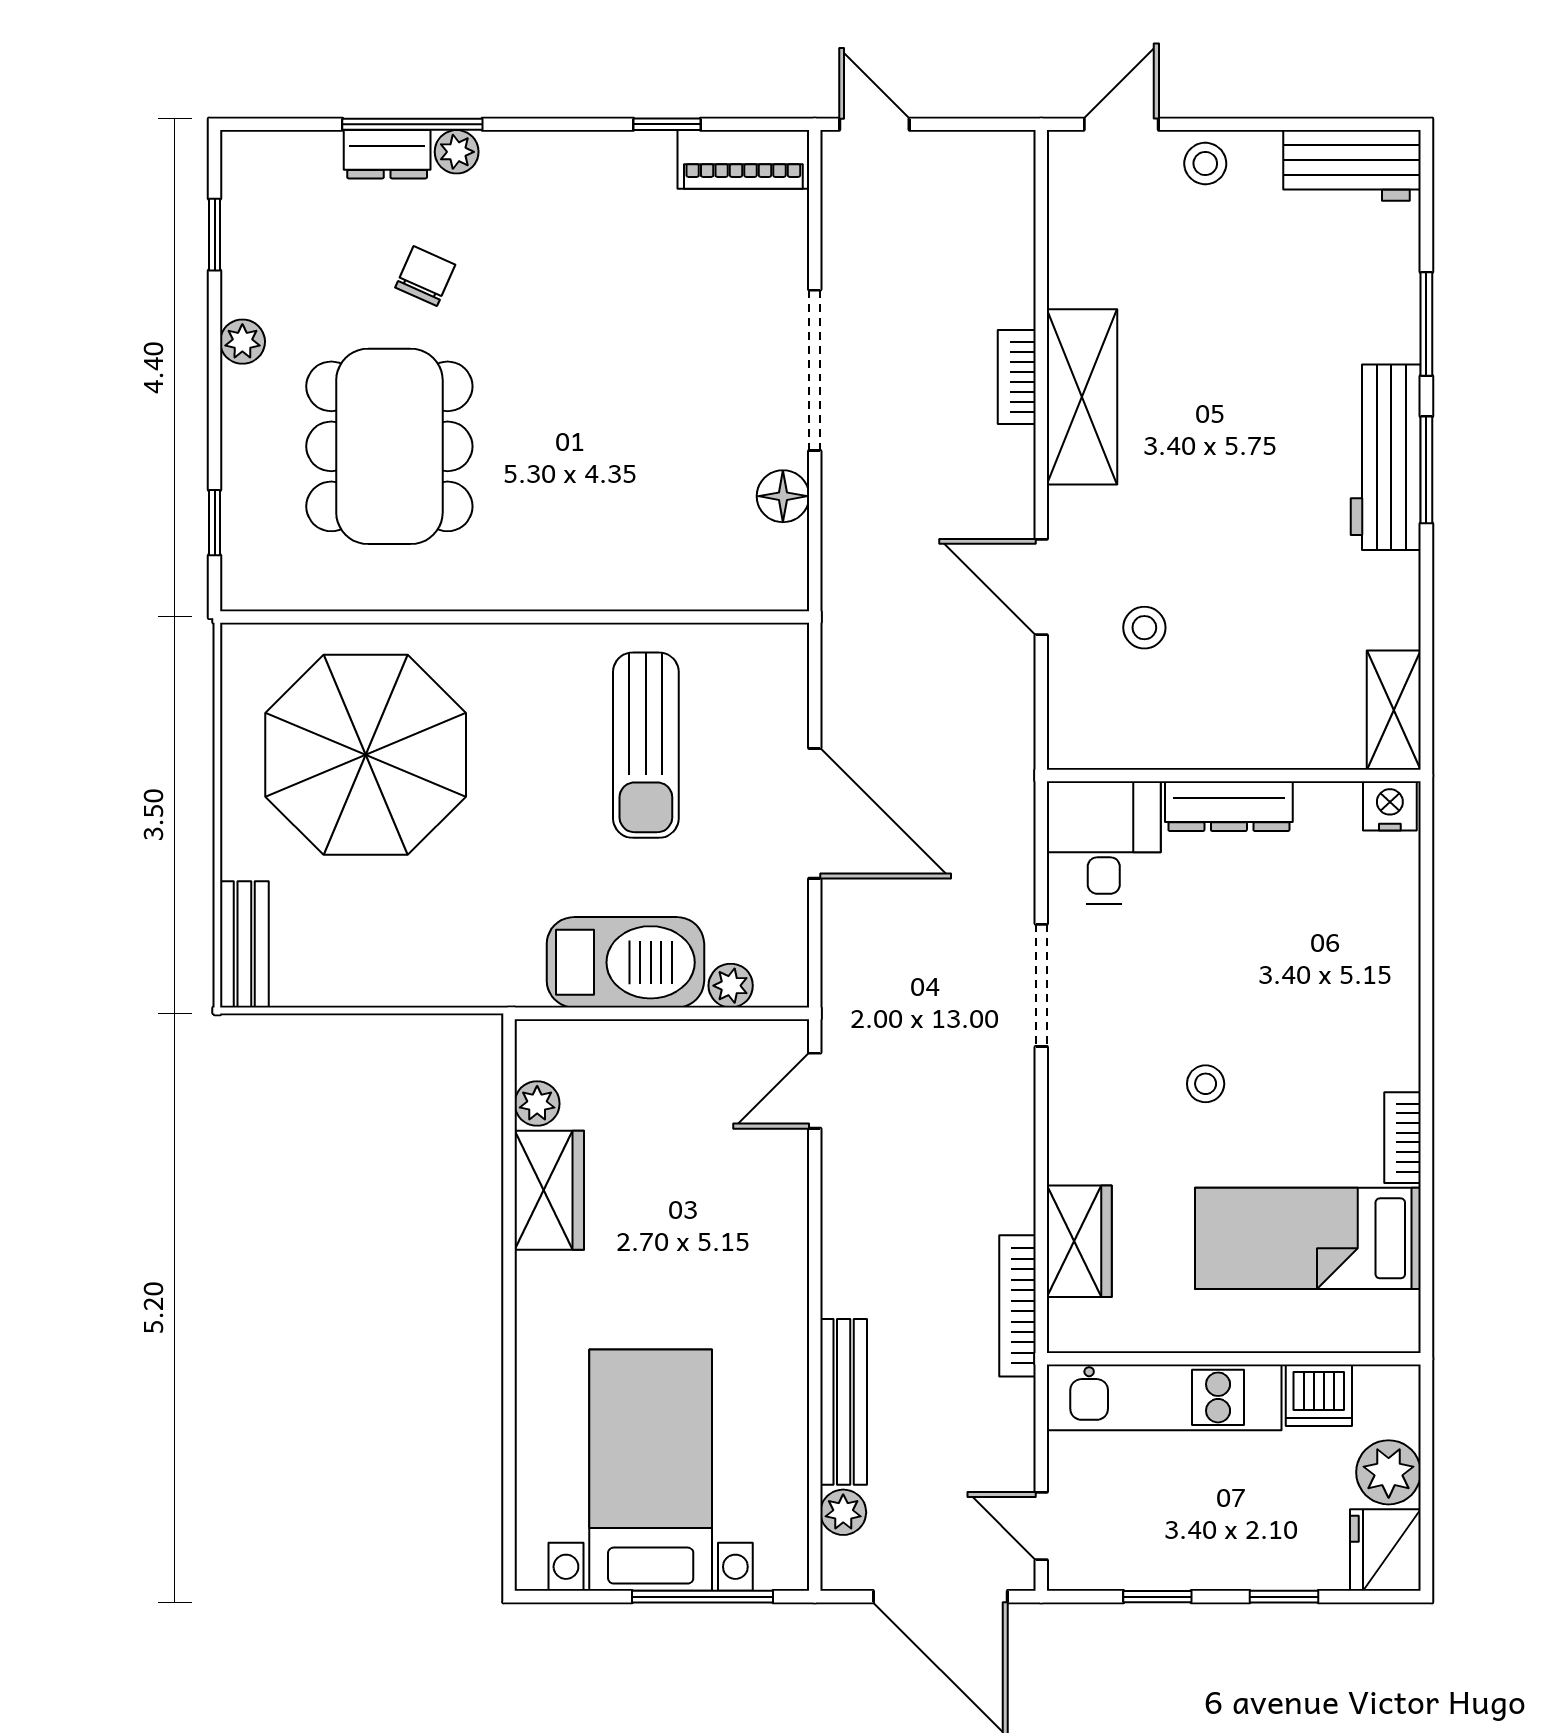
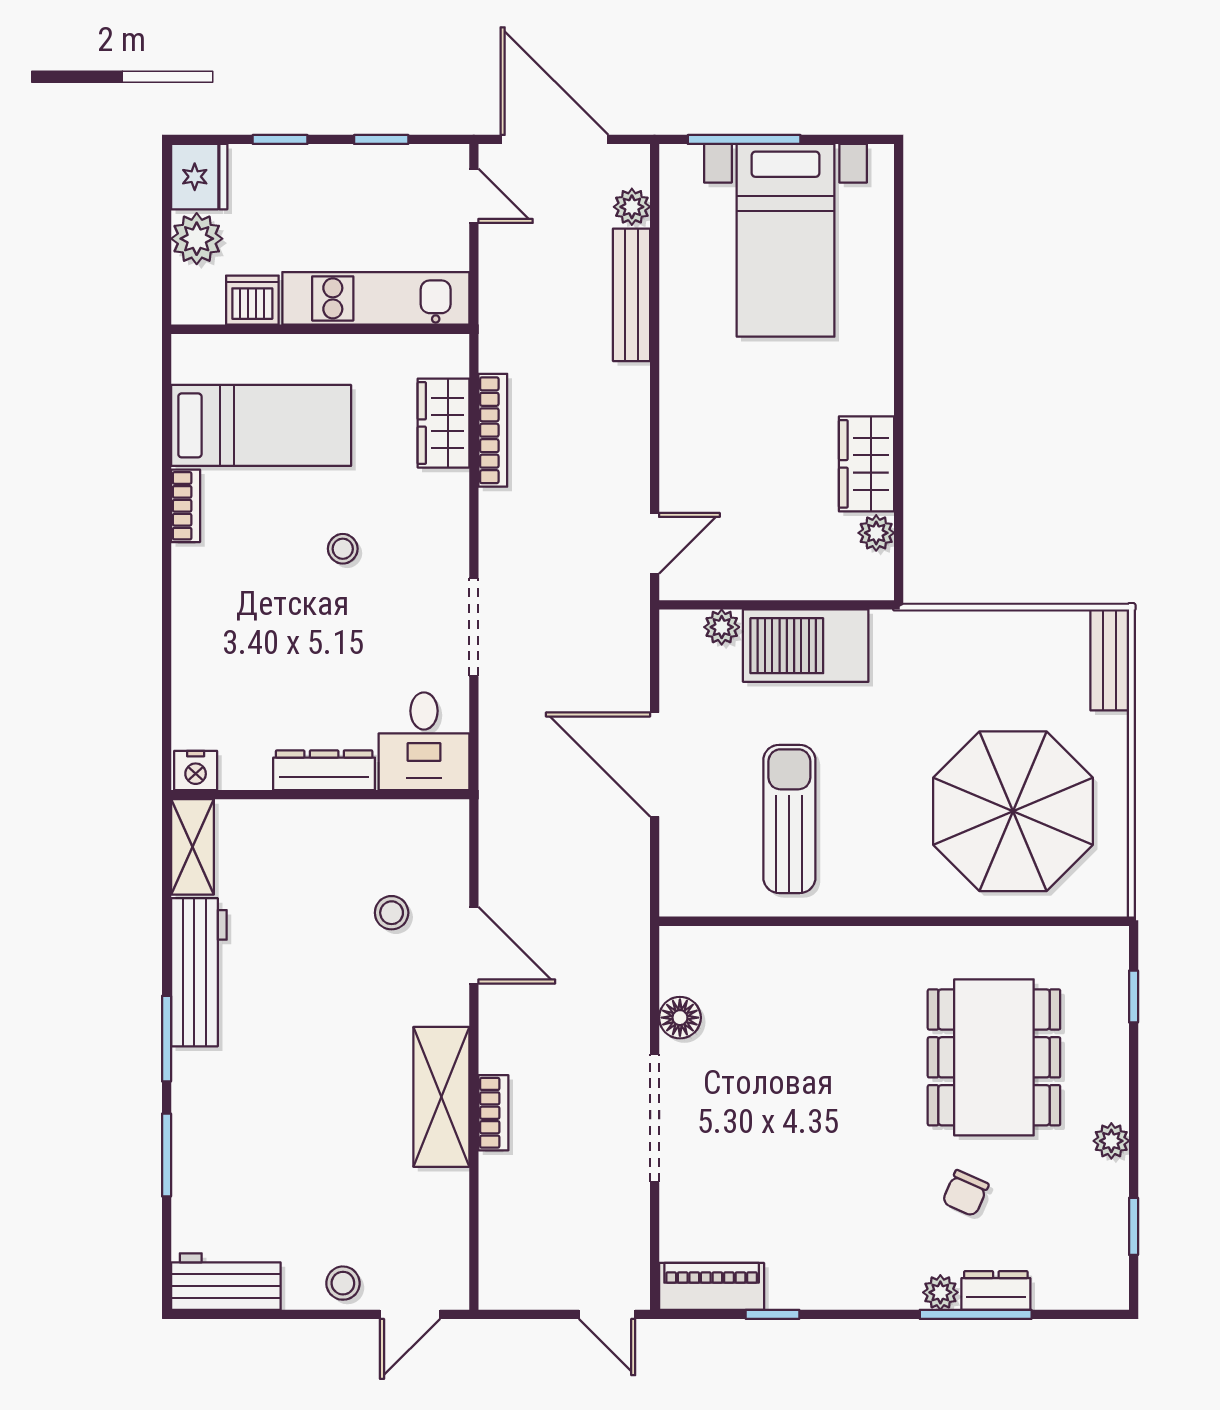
workbench: (1386, 457) -> (199, 972), moved
bookcase: (1018, 1306) -> (493, 430), moved

